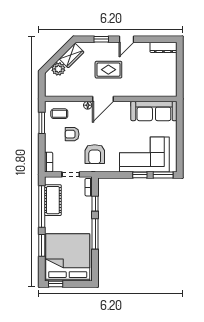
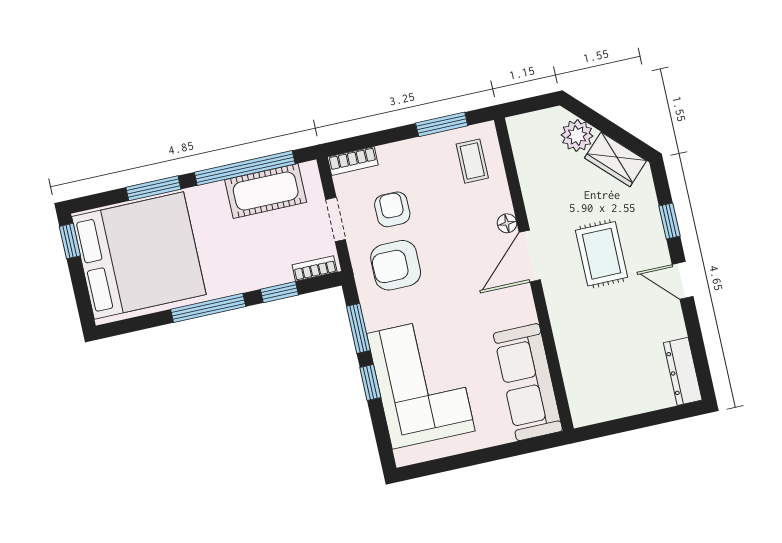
door: (103, 99) -> (530, 256), hinge flipped
armchair: (72, 134) -> (392, 209), moved
window: (163, 175) -> (358, 328), moved

